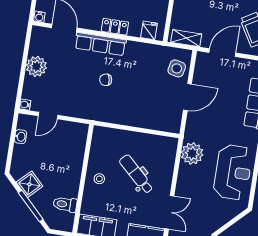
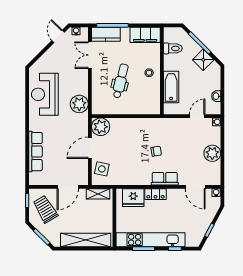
fridge: (149, 30) -> (133, 198), width x1.88, depth x1.34
row of seats: (100, 44) -> (165, 179), width x0.68
plant: (170, 121) -> (101, 127), added
bathtub: (75, 157) -> (171, 87), added
dental chair: (136, 174) -> (121, 81), turned -119

